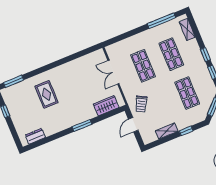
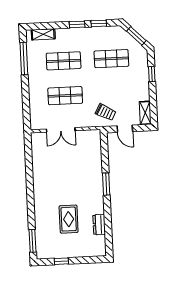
rug: (47, 94) -> (69, 219), moved, turned 90
wardrobe: (106, 106) -> (94, 151), removed
shelving: (167, 131) -> (145, 113), moved
dresser: (35, 136) -> (99, 225), moved

